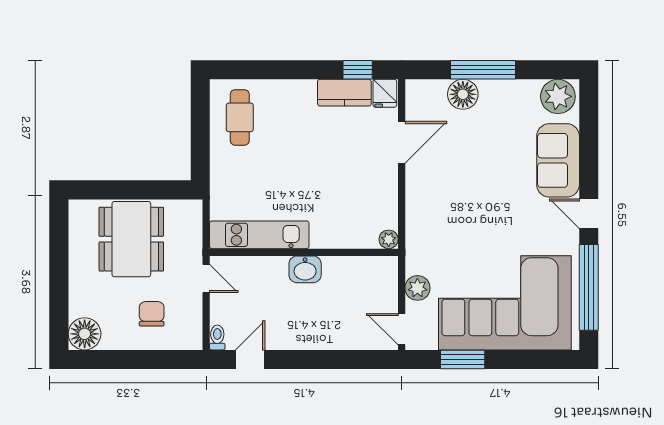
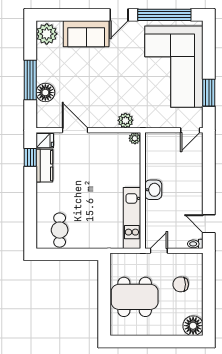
cafe table: (240, 117) -> (60, 230), turned 90
plant: (417, 288) -> (125, 120), moved

